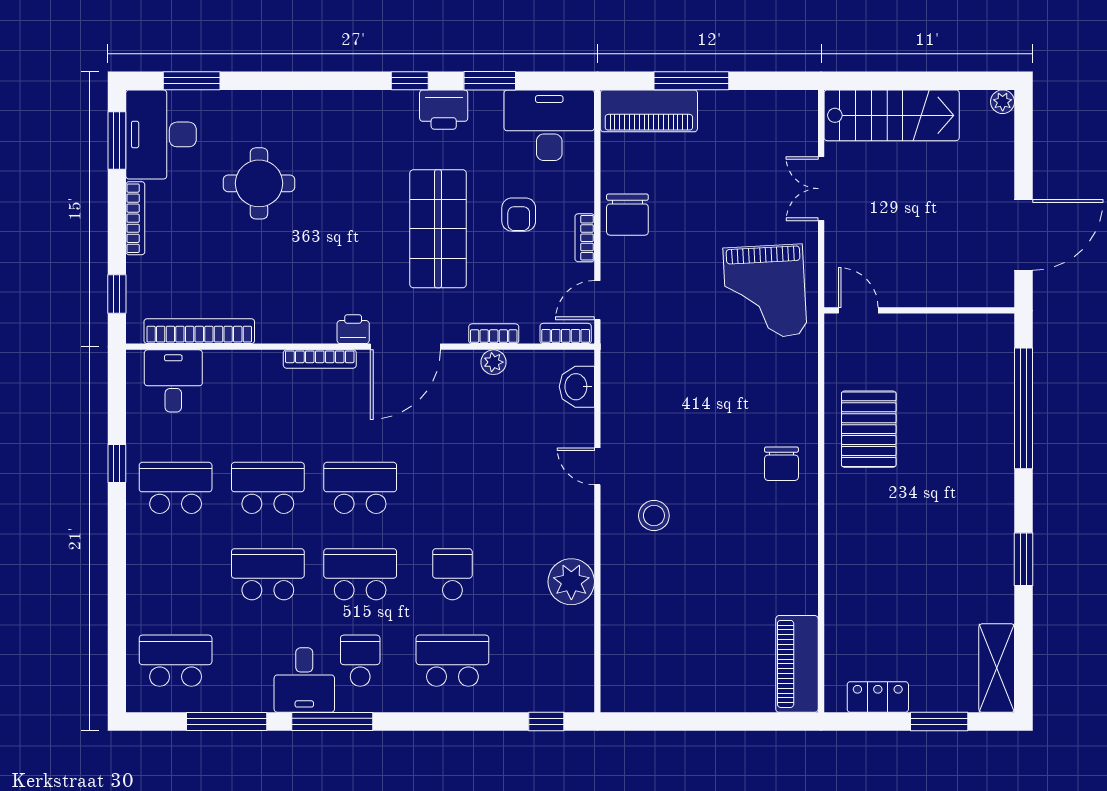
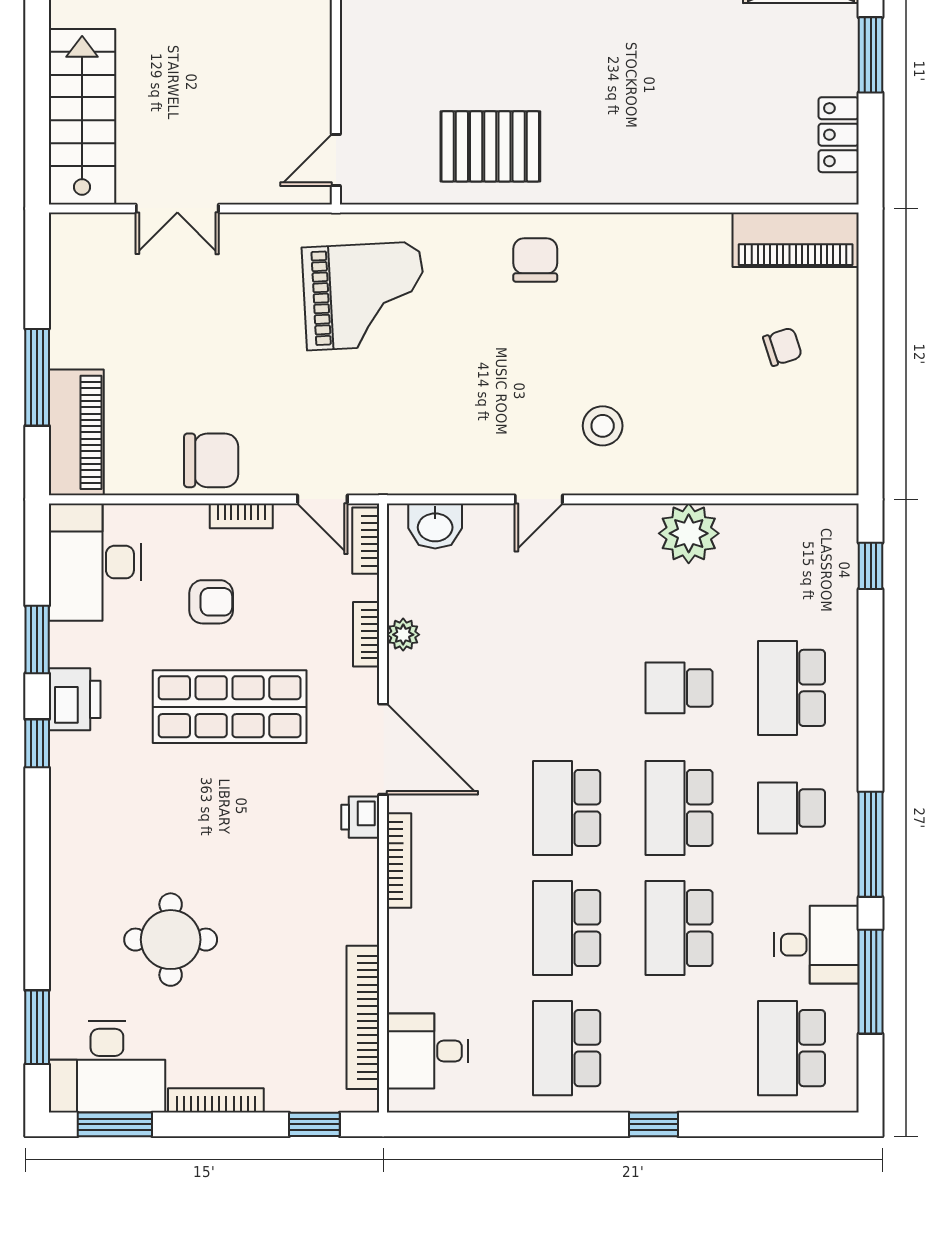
grand piano: (765, 292) -> (364, 296), moved
window: (117, 463) -> (653, 1124), moved
chair: (781, 464) -> (535, 260), turned -90
chair: (715, 654) -> (783, 347), added
desk: (304, 680) -> (817, 945), moved

